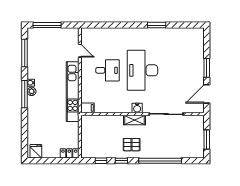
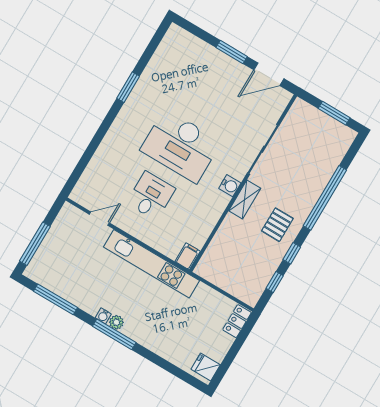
door: (207, 94) -> (269, 74), hinge flipped

